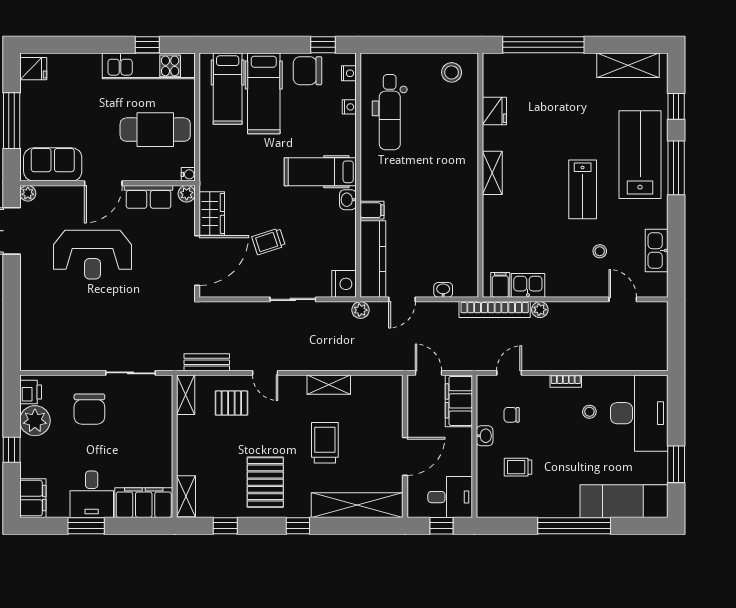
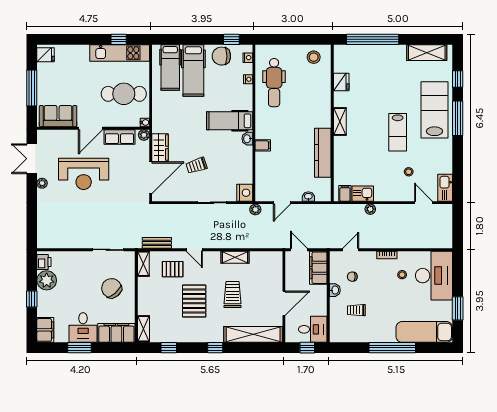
plant: (28, 193) -> (42, 183), moved
kitchen sink: (657, 250) -> (445, 188), moved
kitchen counter: (373, 259) -> (323, 153), moved, turned 180
bookcase: (495, 310) -> (341, 209), removed
chair: (89, 409) -> (112, 288), moved, turned 139
pallet: (265, 482) -> (194, 301), moved

